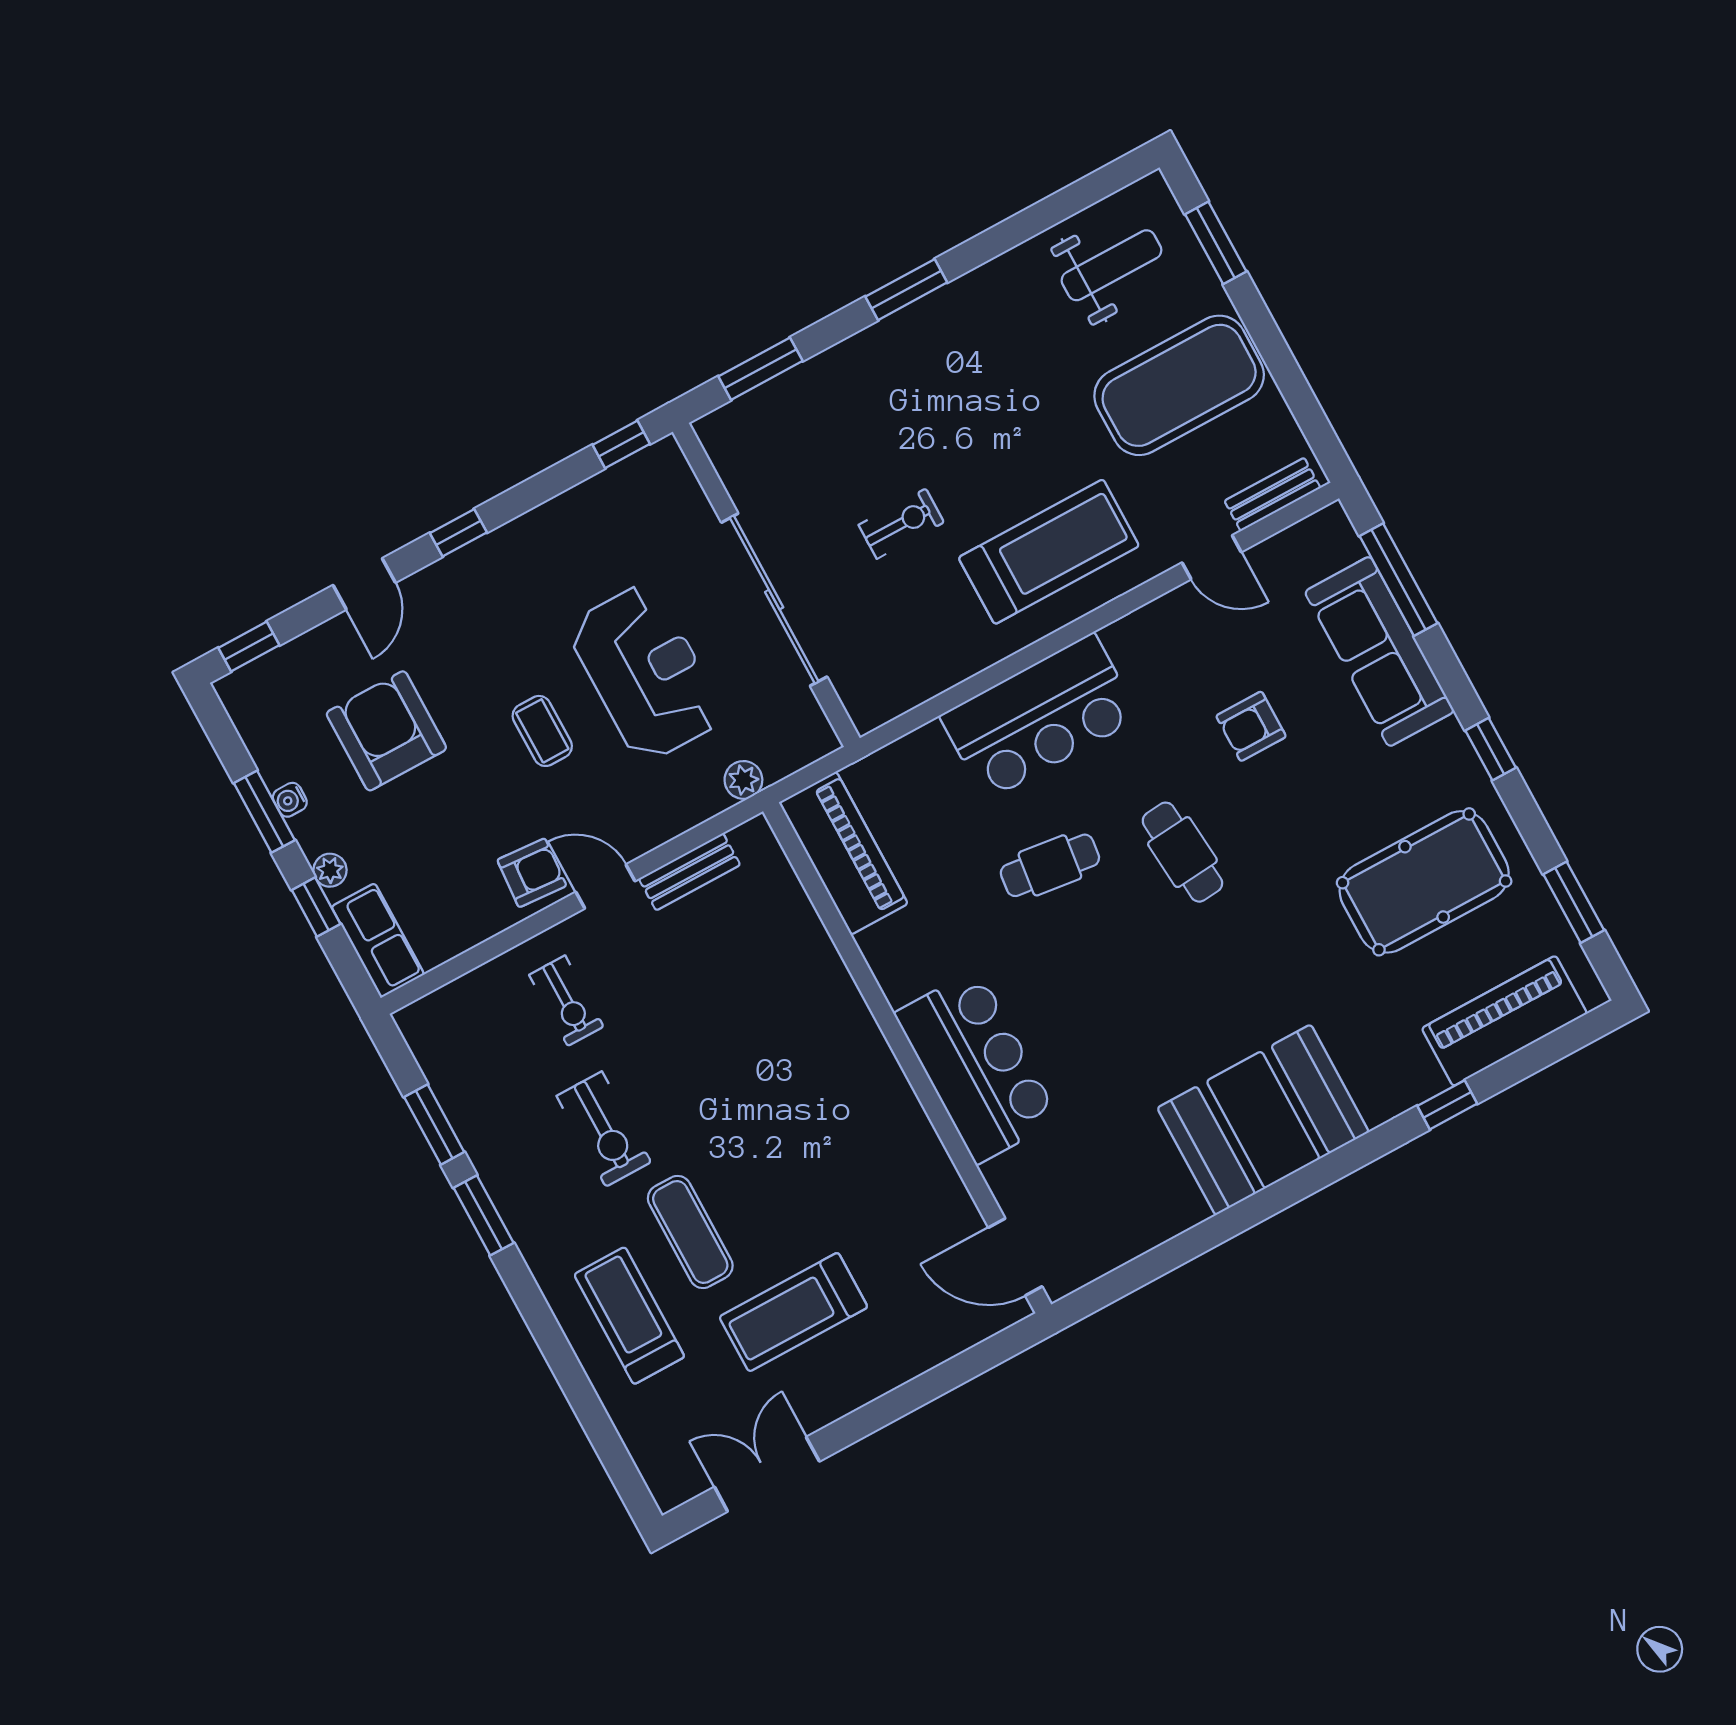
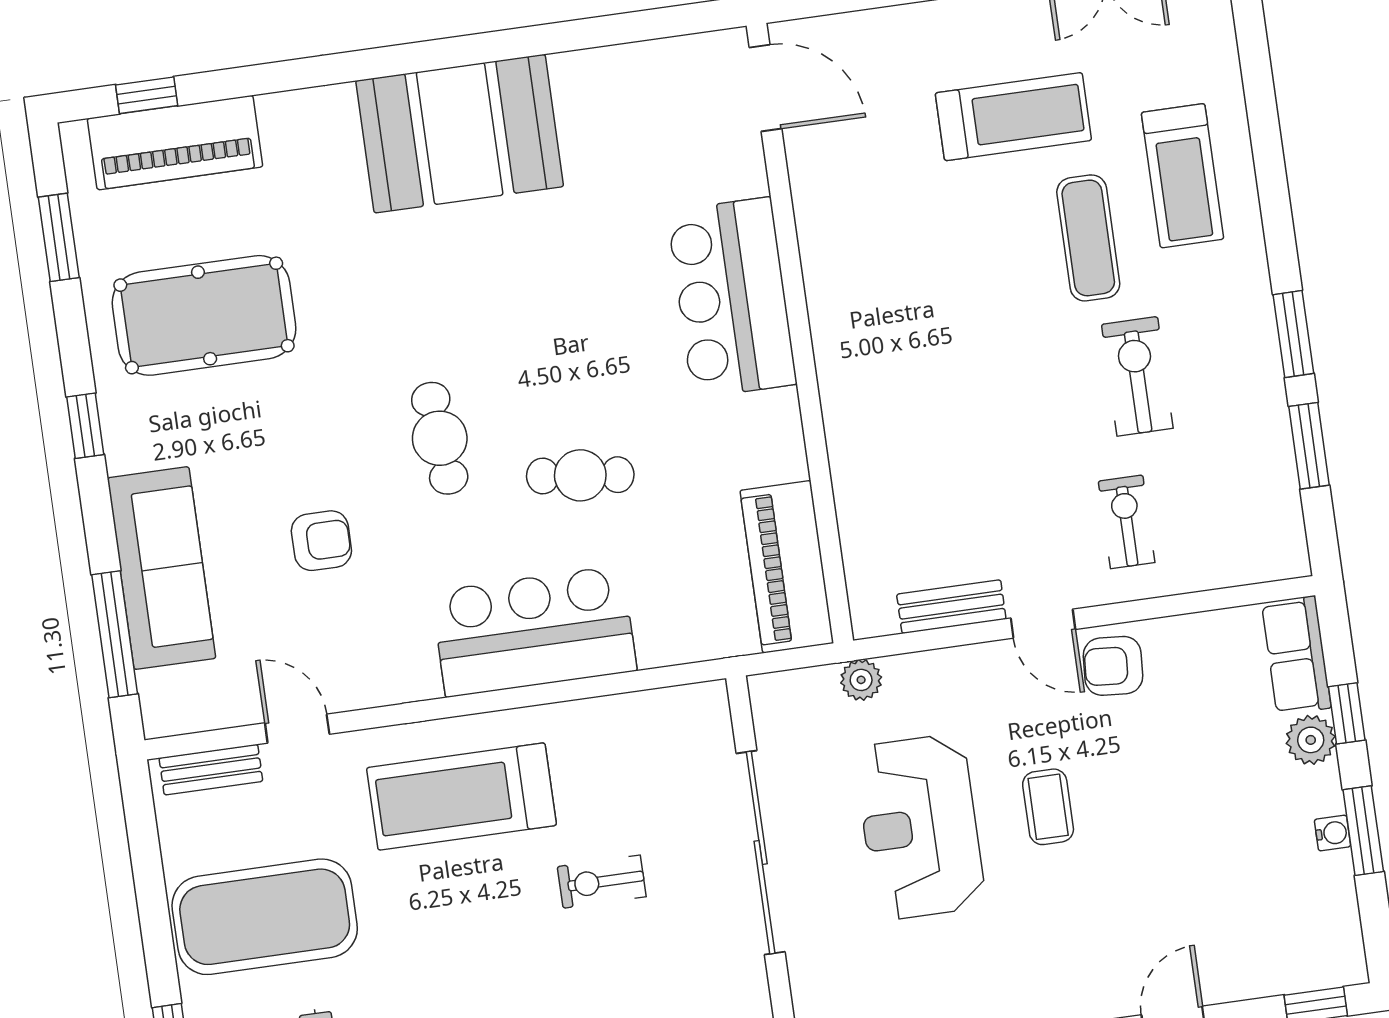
armchair: (386, 731) -> (1207, 867), removed
plant: (330, 870) -> (1311, 740), width x1.38, depth x1.38
window: (1447, 1105) -> (147, 95), moved

